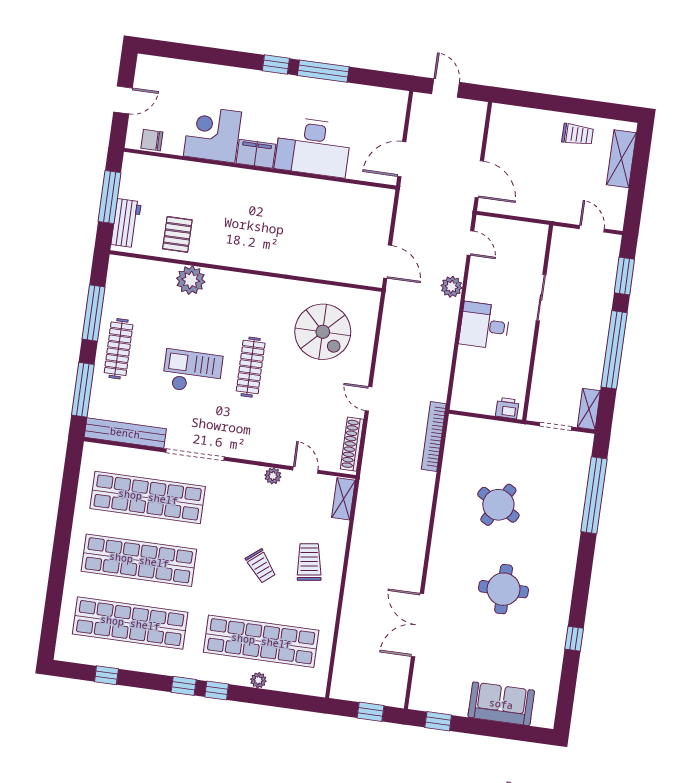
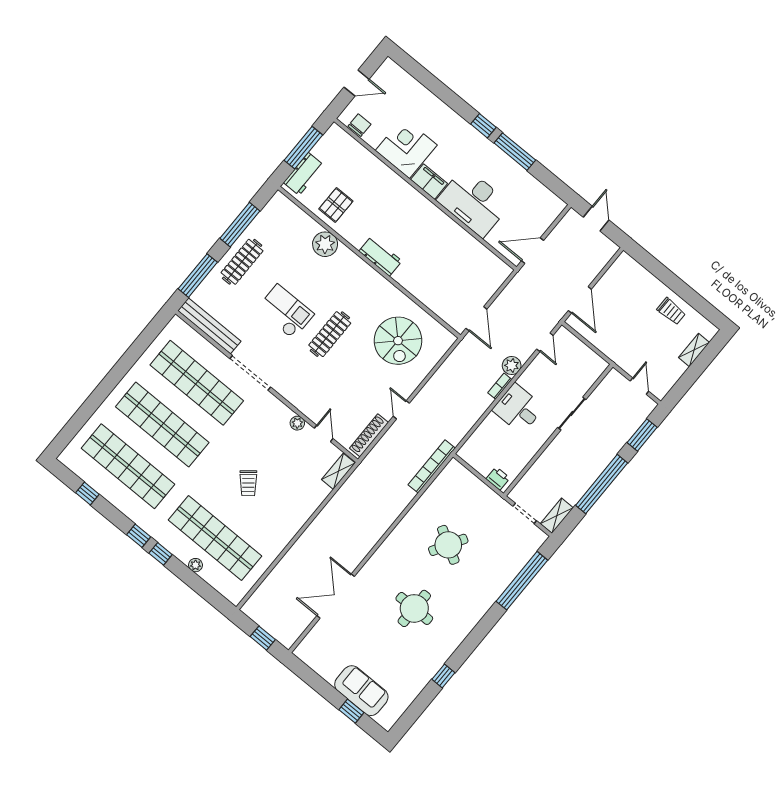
chair: (152, 140) -> (359, 125), turned 90
shelving: (621, 159) -> (694, 350), width x0.67, depth x0.75
workbench: (253, 258) -> (380, 256), added
bookcase: (452, 315) -> (500, 386), added
trolley: (309, 562) -> (285, 502), removed
window: (438, 721) -> (351, 711), moved

